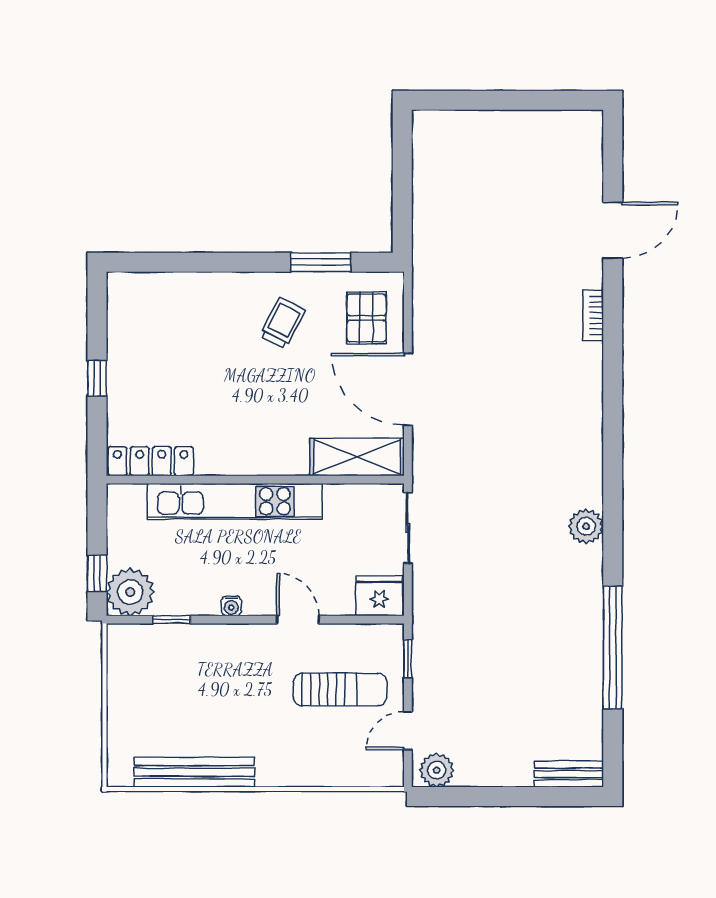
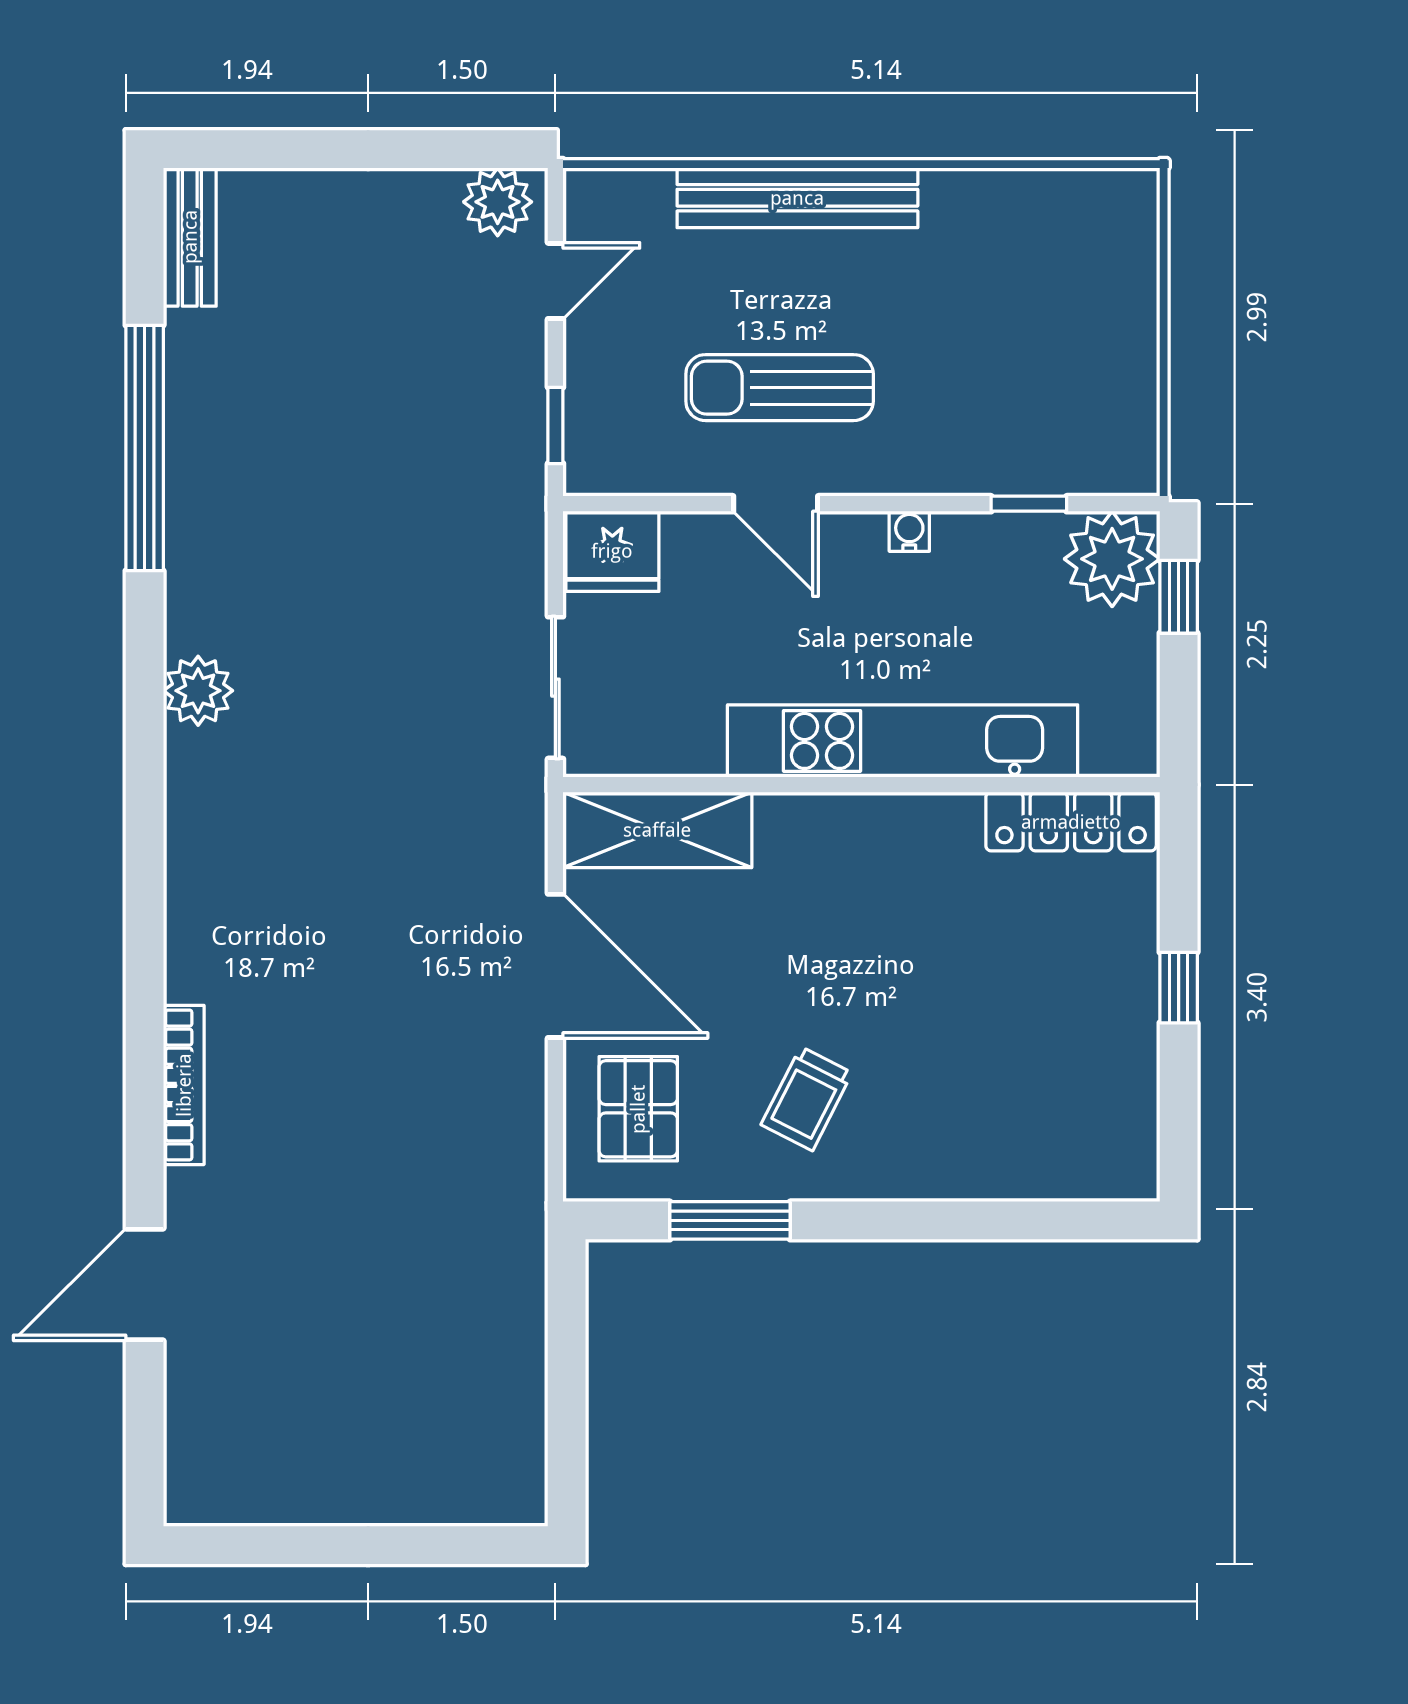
bookcase: (593, 315) -> (184, 1085), width x1.56
sun lounger: (340, 690) -> (780, 388), moved
bench: (194, 772) -> (797, 198), moved
bench: (569, 774) -> (190, 237), moved, turned 90

